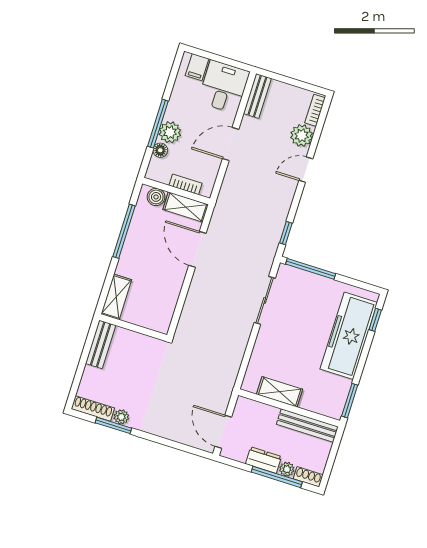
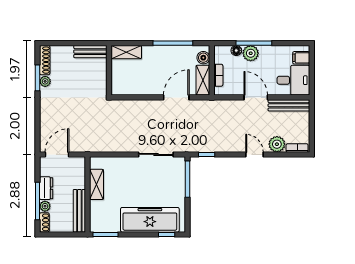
bench: (257, 96) -> (289, 105), width x1.36

